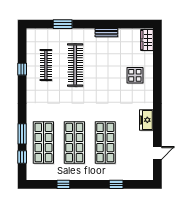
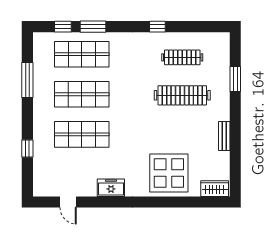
window: (22, 69) -> (157, 27), moved
display table: (135, 75) -> (169, 173), width x1.86, depth x1.86
window: (63, 184) -> (27, 80), width x2.17

